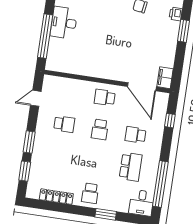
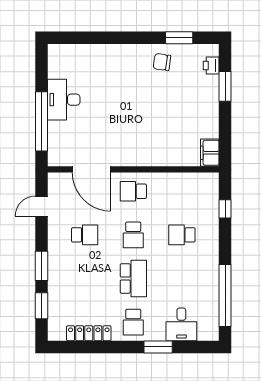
door: (142, 87) -> (91, 169), moved
school desk: (131, 167) -> (133, 278), moved
desk: (141, 203) -> (181, 324), moved

